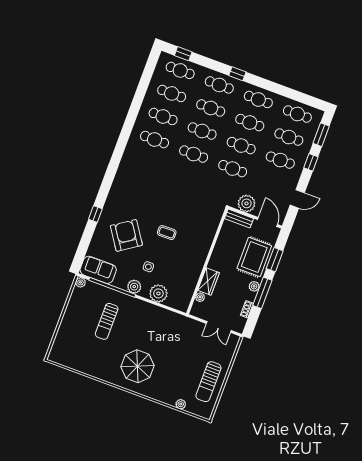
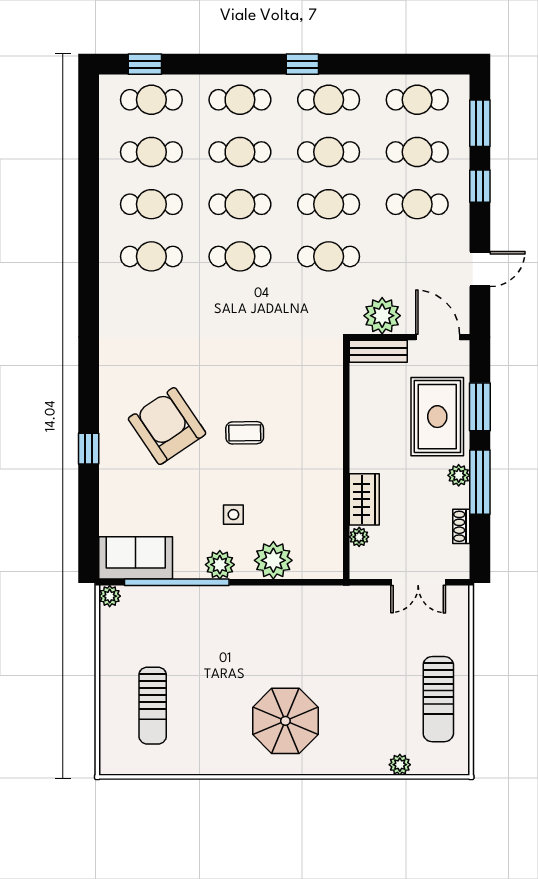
window: (237, 74) -> (302, 64), moved
armchair: (126, 235) -> (167, 426), moved
sun lounger: (107, 321) -> (153, 706), moved

